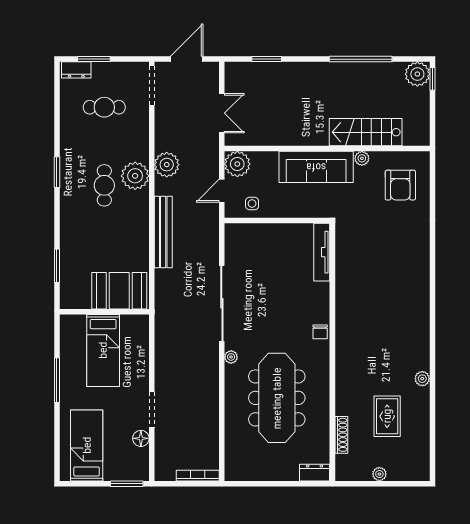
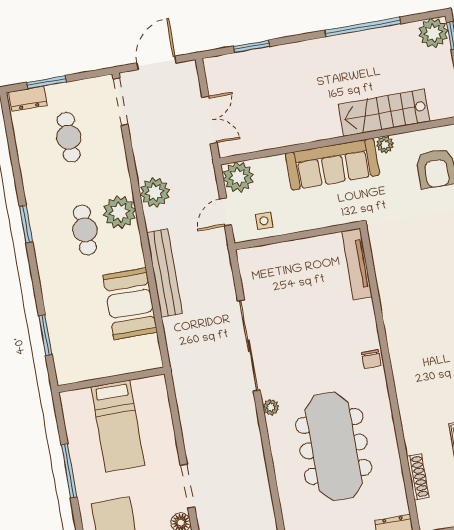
cafe table: (104, 107) -> (69, 137), turned 90
booth: (119, 291) -> (130, 304), moved, turned 90

